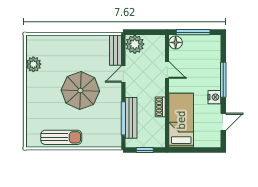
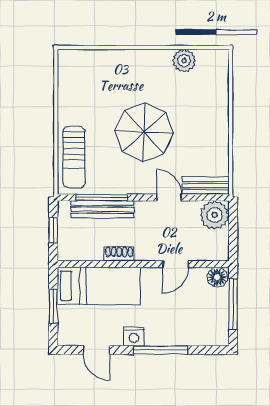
sun lounger: (61, 137) -> (74, 157), moved
window: (194, 150) -> (53, 306), added

